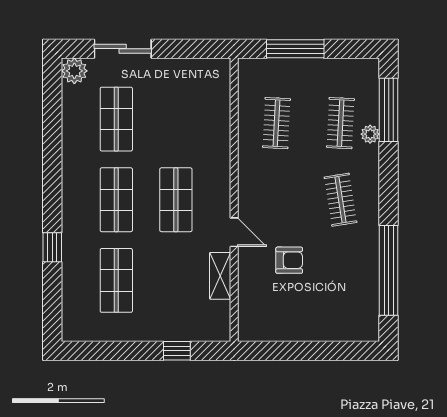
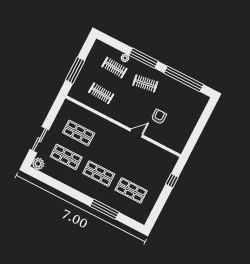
window: (389, 110) -> (144, 58), moved
shop shelf: (176, 200) -> (79, 133), moved
window: (52, 247) -> (105, 209), width x2.17
shelving: (220, 276) -> (151, 148), removed

